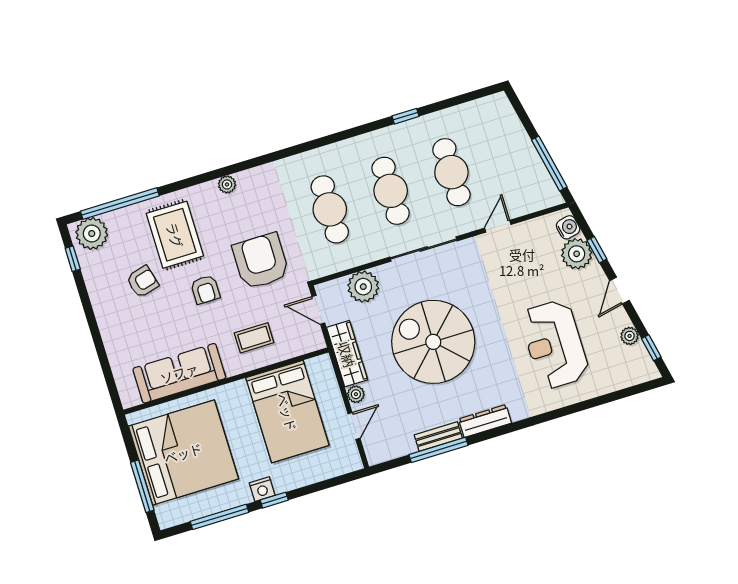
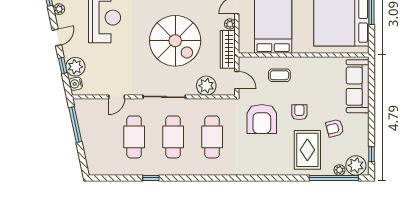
plant: (227, 184) -> (339, 170), moved
sofa: (179, 373) -> (358, 86), moved, turned 90

